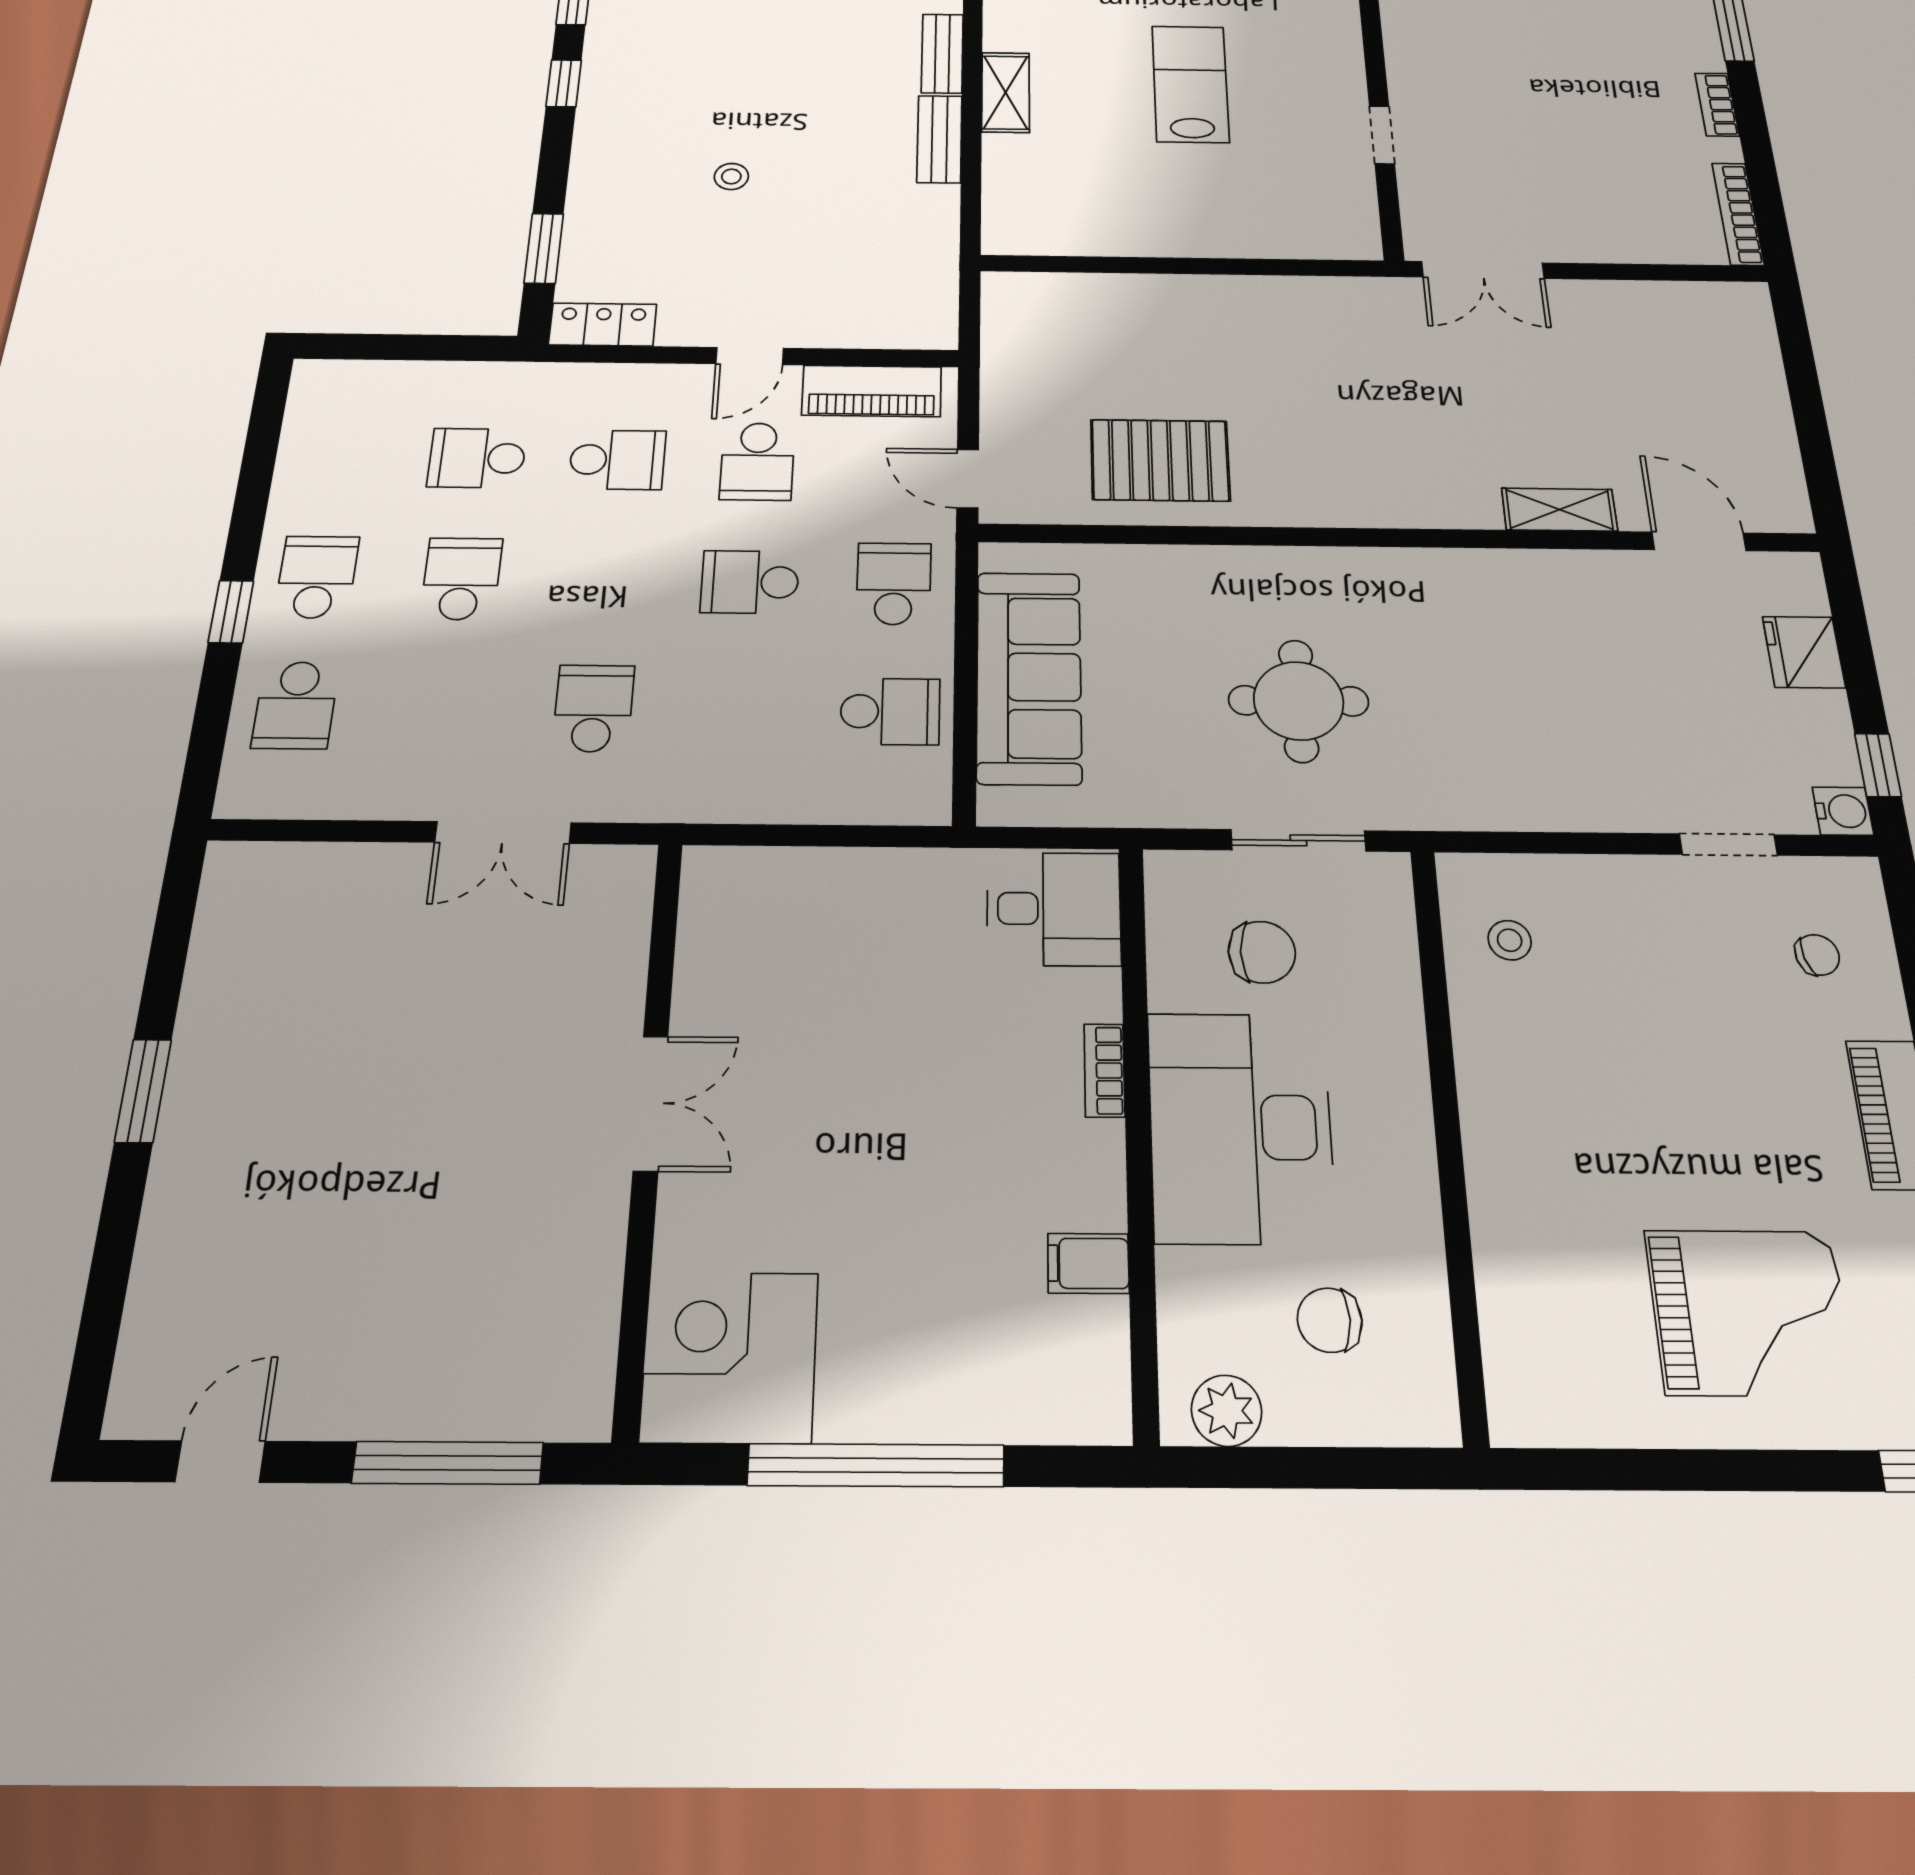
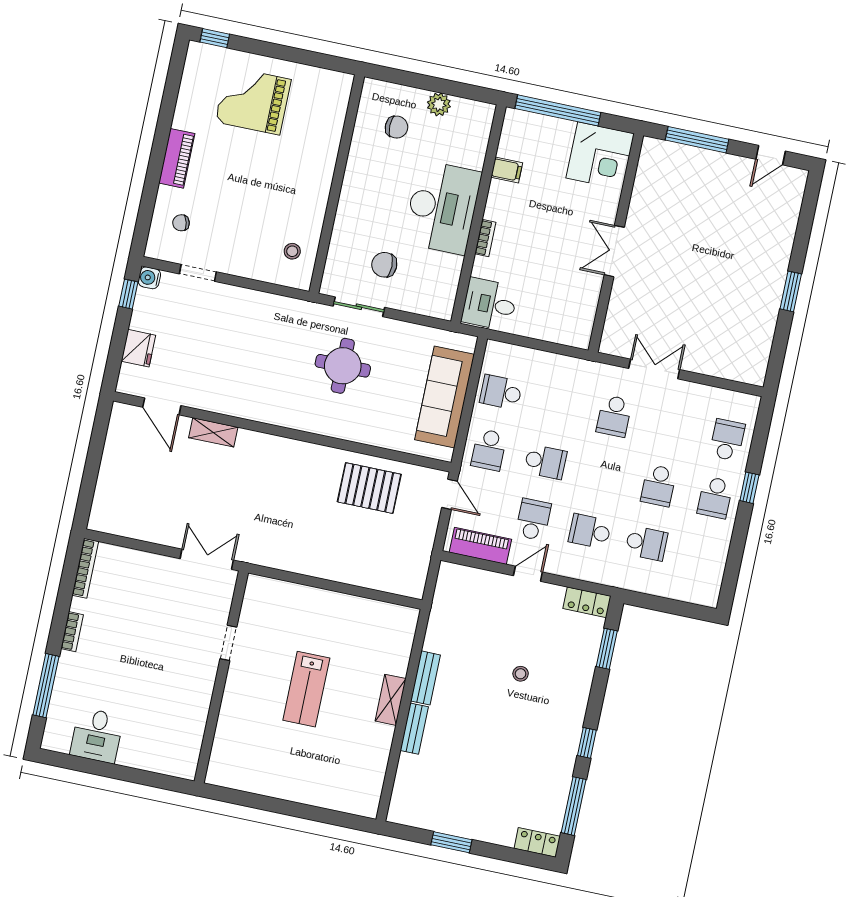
desk: (1054, 909) -> (490, 304), moved
bookcase: (1104, 1070) -> (485, 238), moved
desk: (1240, 1127) -> (442, 207), moved
wall: (1138, 1129) -> (479, 214), moved
filing cabinet: (1088, 1263) -> (507, 170), moved

